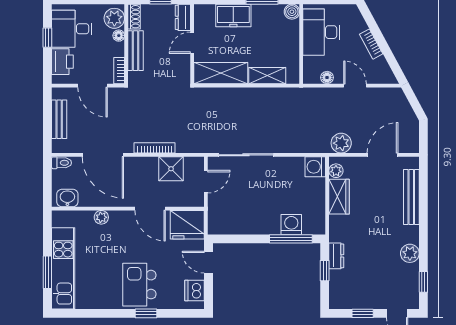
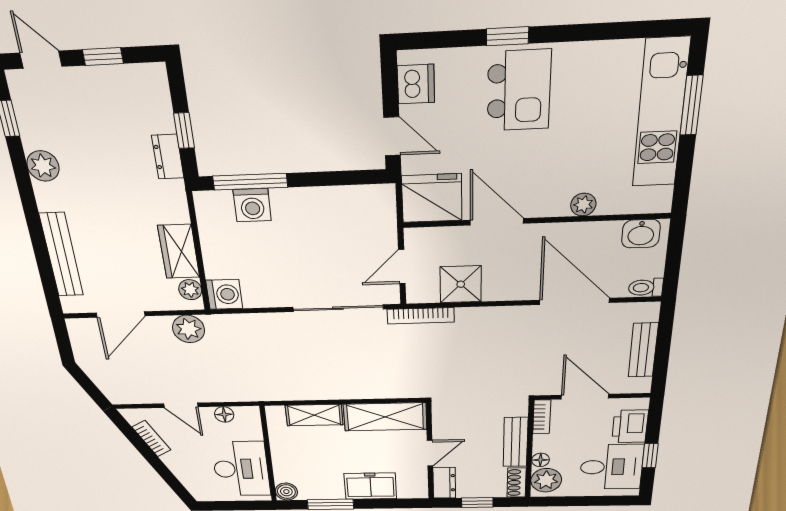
bookcase: (371, 44) -> (151, 438), moved
bookcase: (155, 148) -> (421, 316), moved

